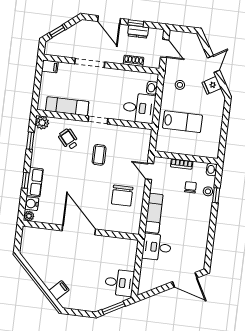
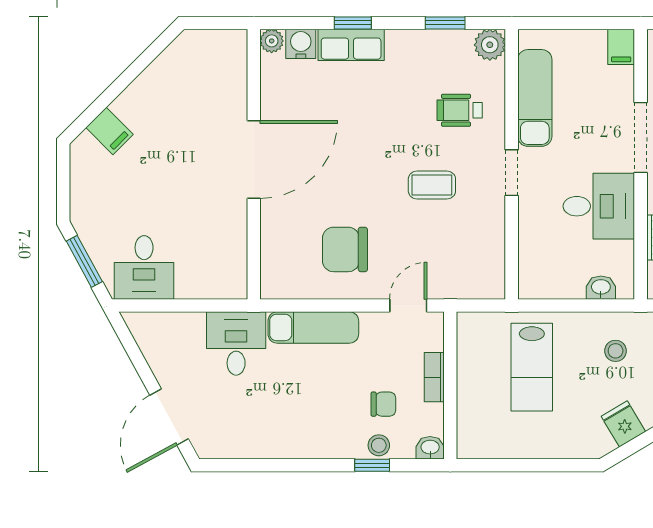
desk: (139, 108) -> (599, 206), moved, turned -90
wheelchair: (69, 139) -> (460, 110), turned -139

